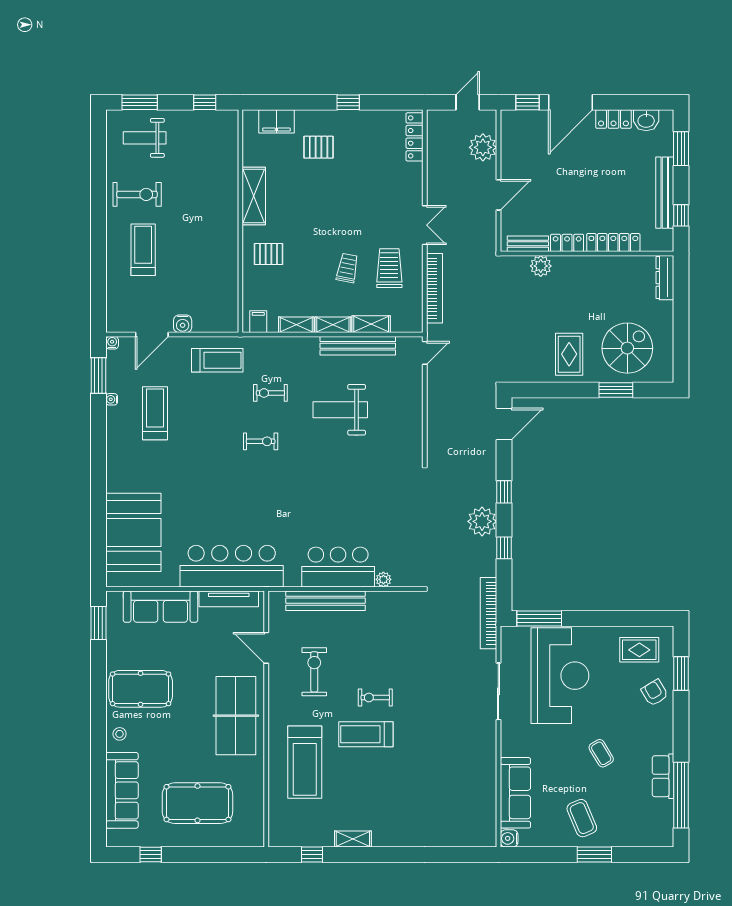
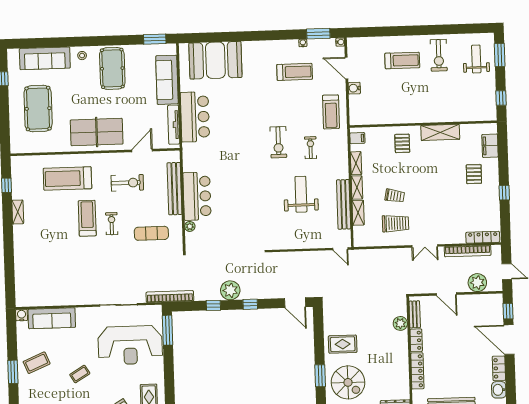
bookcase: (435, 288) -> (468, 251), moved
exercise bike: (261, 441) -> (278, 142), width x1.38, depth x1.39
bar counter: (232, 566) -> (195, 117), width x0.73
exercise mat: (392, 638) -> (151, 233), added

